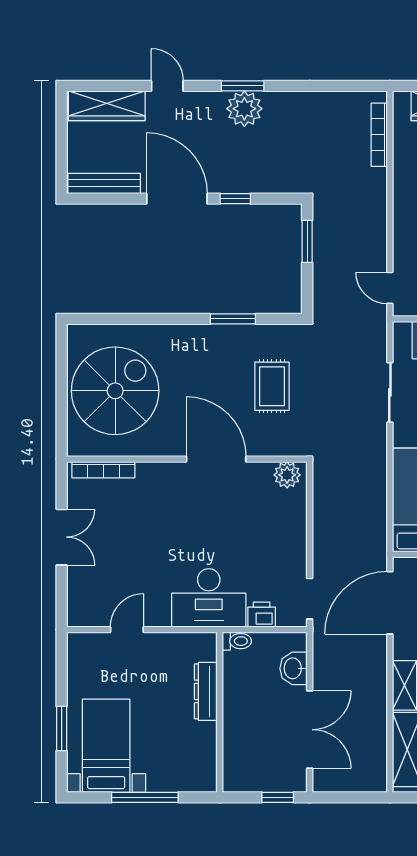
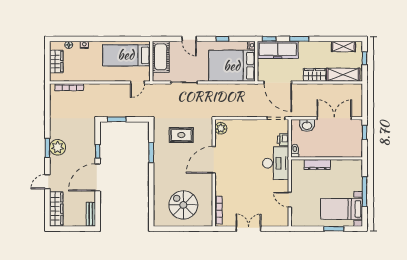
bench: (104, 183) -> (91, 214), width x0.73
spiral stairs: (115, 391) -> (183, 205), width x0.73, depth x0.73

